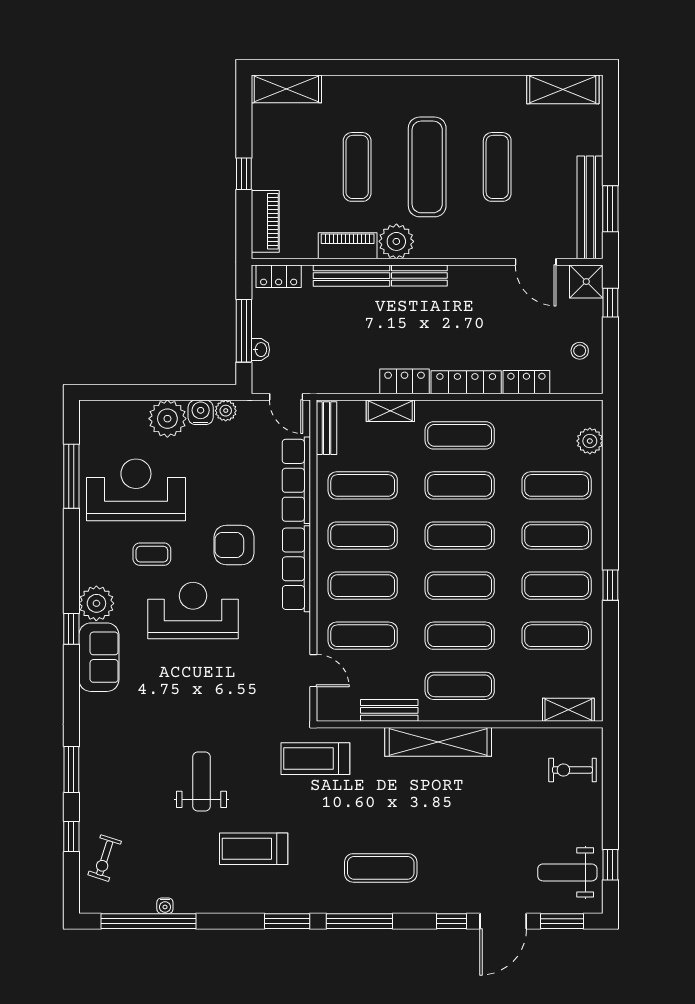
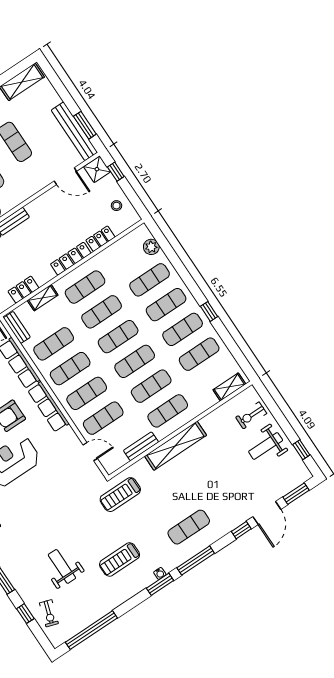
locker: (405, 381) -> (23, 290), moved
weight bench: (201, 782) -> (62, 566), moved
weight bench: (567, 872) -> (266, 446), moved
water cooler: (165, 906) -> (160, 573), moved

